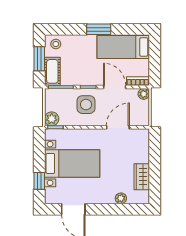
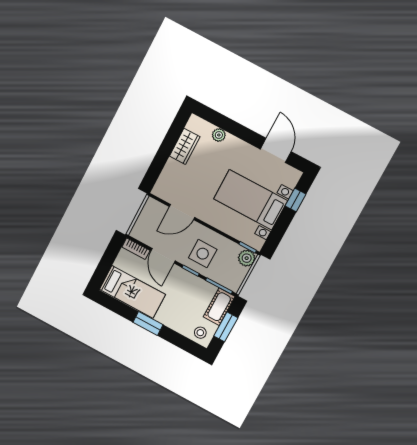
plant: (144, 94) -> (137, 232), removed

